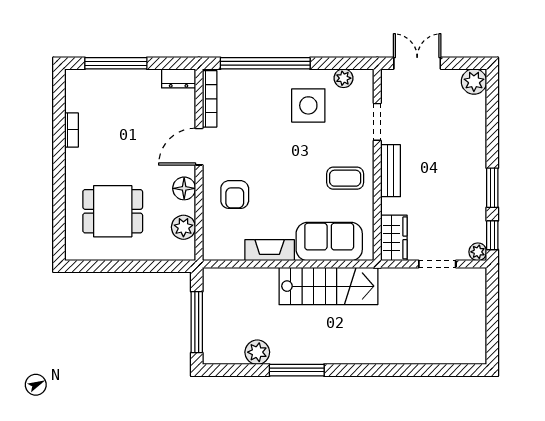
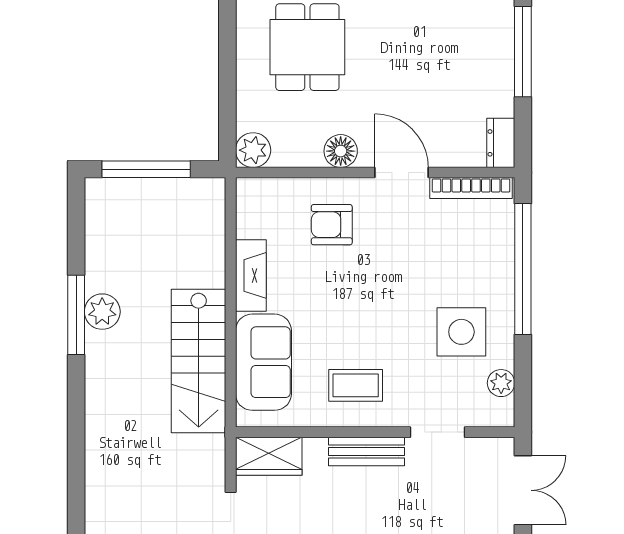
coffee table: (345, 178) -> (356, 385), turned 90
plant: (183, 227) -> (253, 150), moved
plant: (257, 352) -> (102, 312), moved

